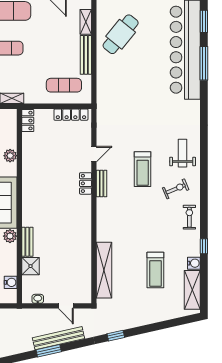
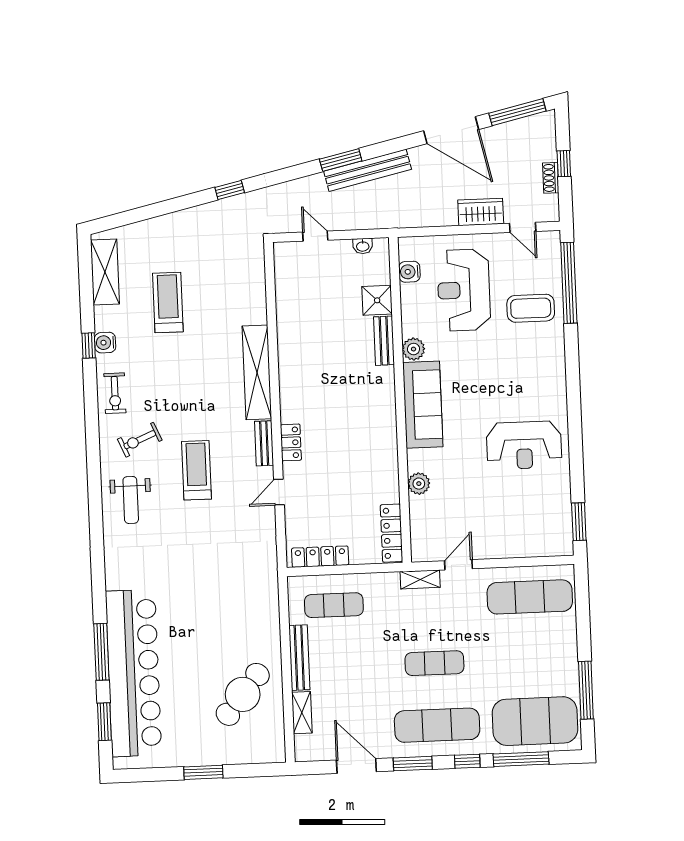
locker: (28, 121) -> (391, 533), width x1.53
water cooler: (194, 263) -> (105, 343), moved
shelving: (104, 270) -> (257, 372), moved
bench: (58, 338) -> (368, 170), moved

